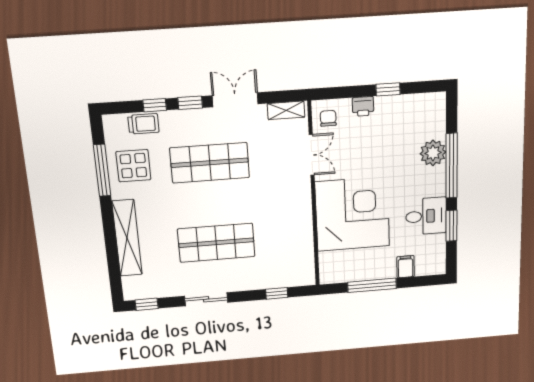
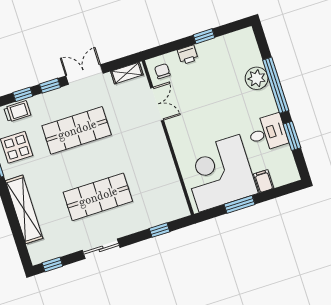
corner desk: (353, 214) -> (219, 173), moved, turned -90
window: (372, 285) -> (240, 204), width x0.69

